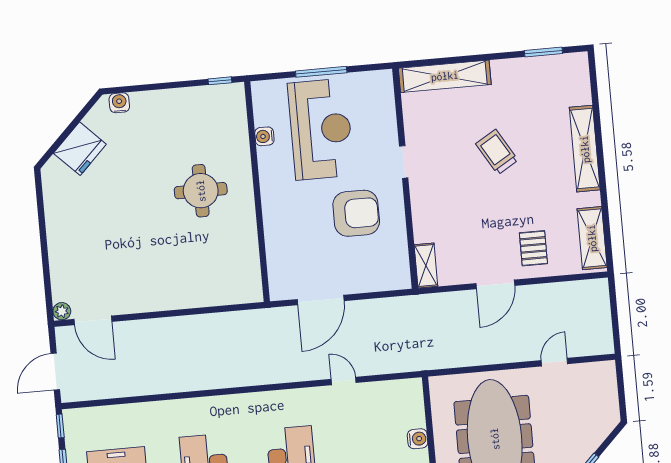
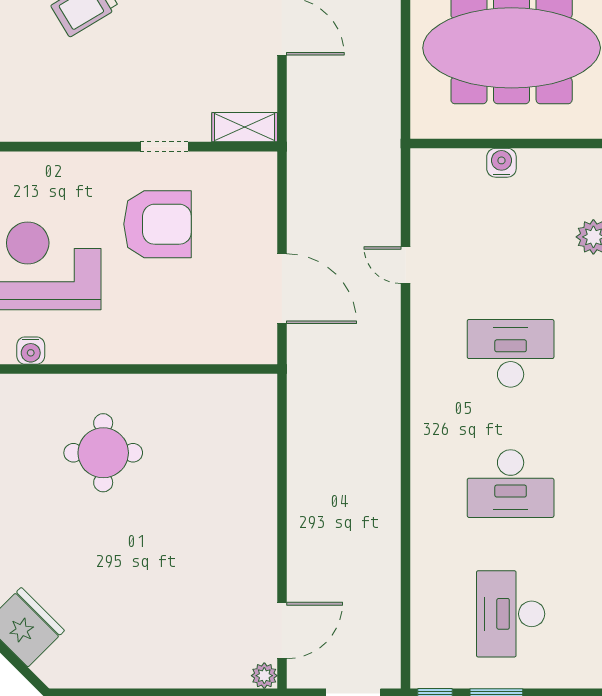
doorway: (404, 162) -> (164, 147), moved
armchair: (356, 213) -> (158, 224), turned 90
door: (344, 381) -> (406, 265), hinge flipped

